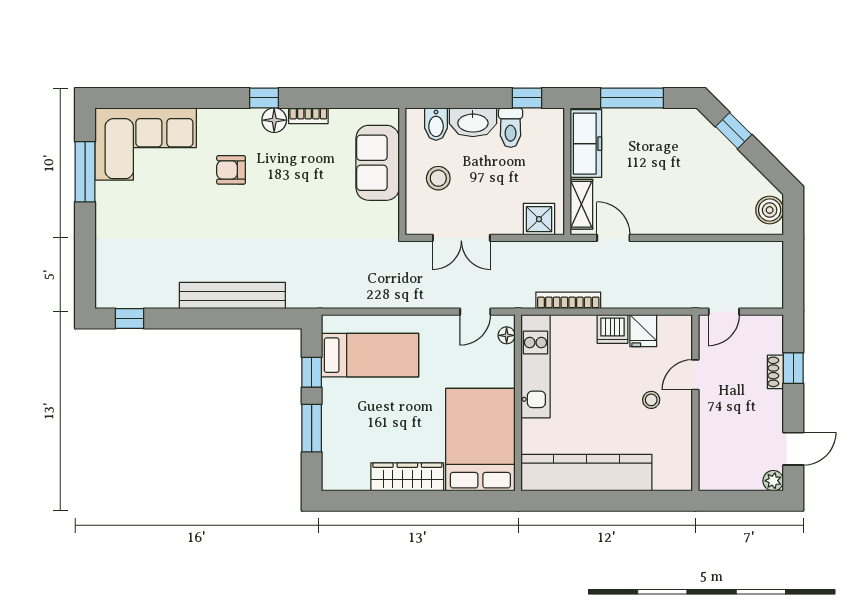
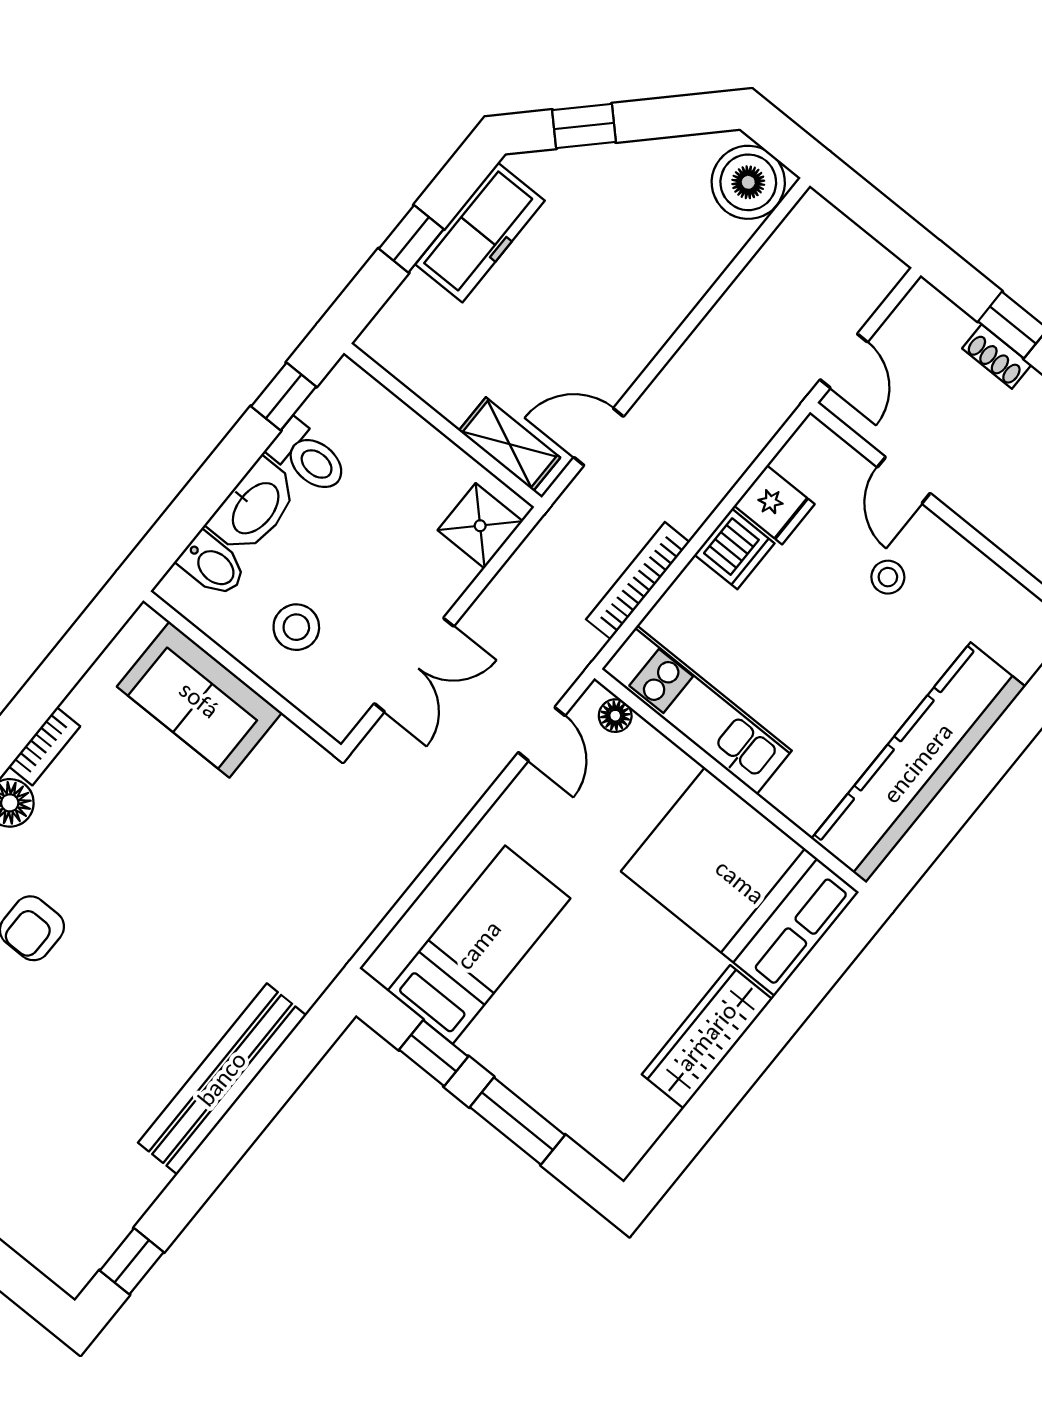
window: (632, 98) -> (411, 239), width x0.46
freezer: (586, 144) -> (480, 232), moved, turned 90
boiler: (770, 210) -> (748, 182), width x1.37, depth x1.37

